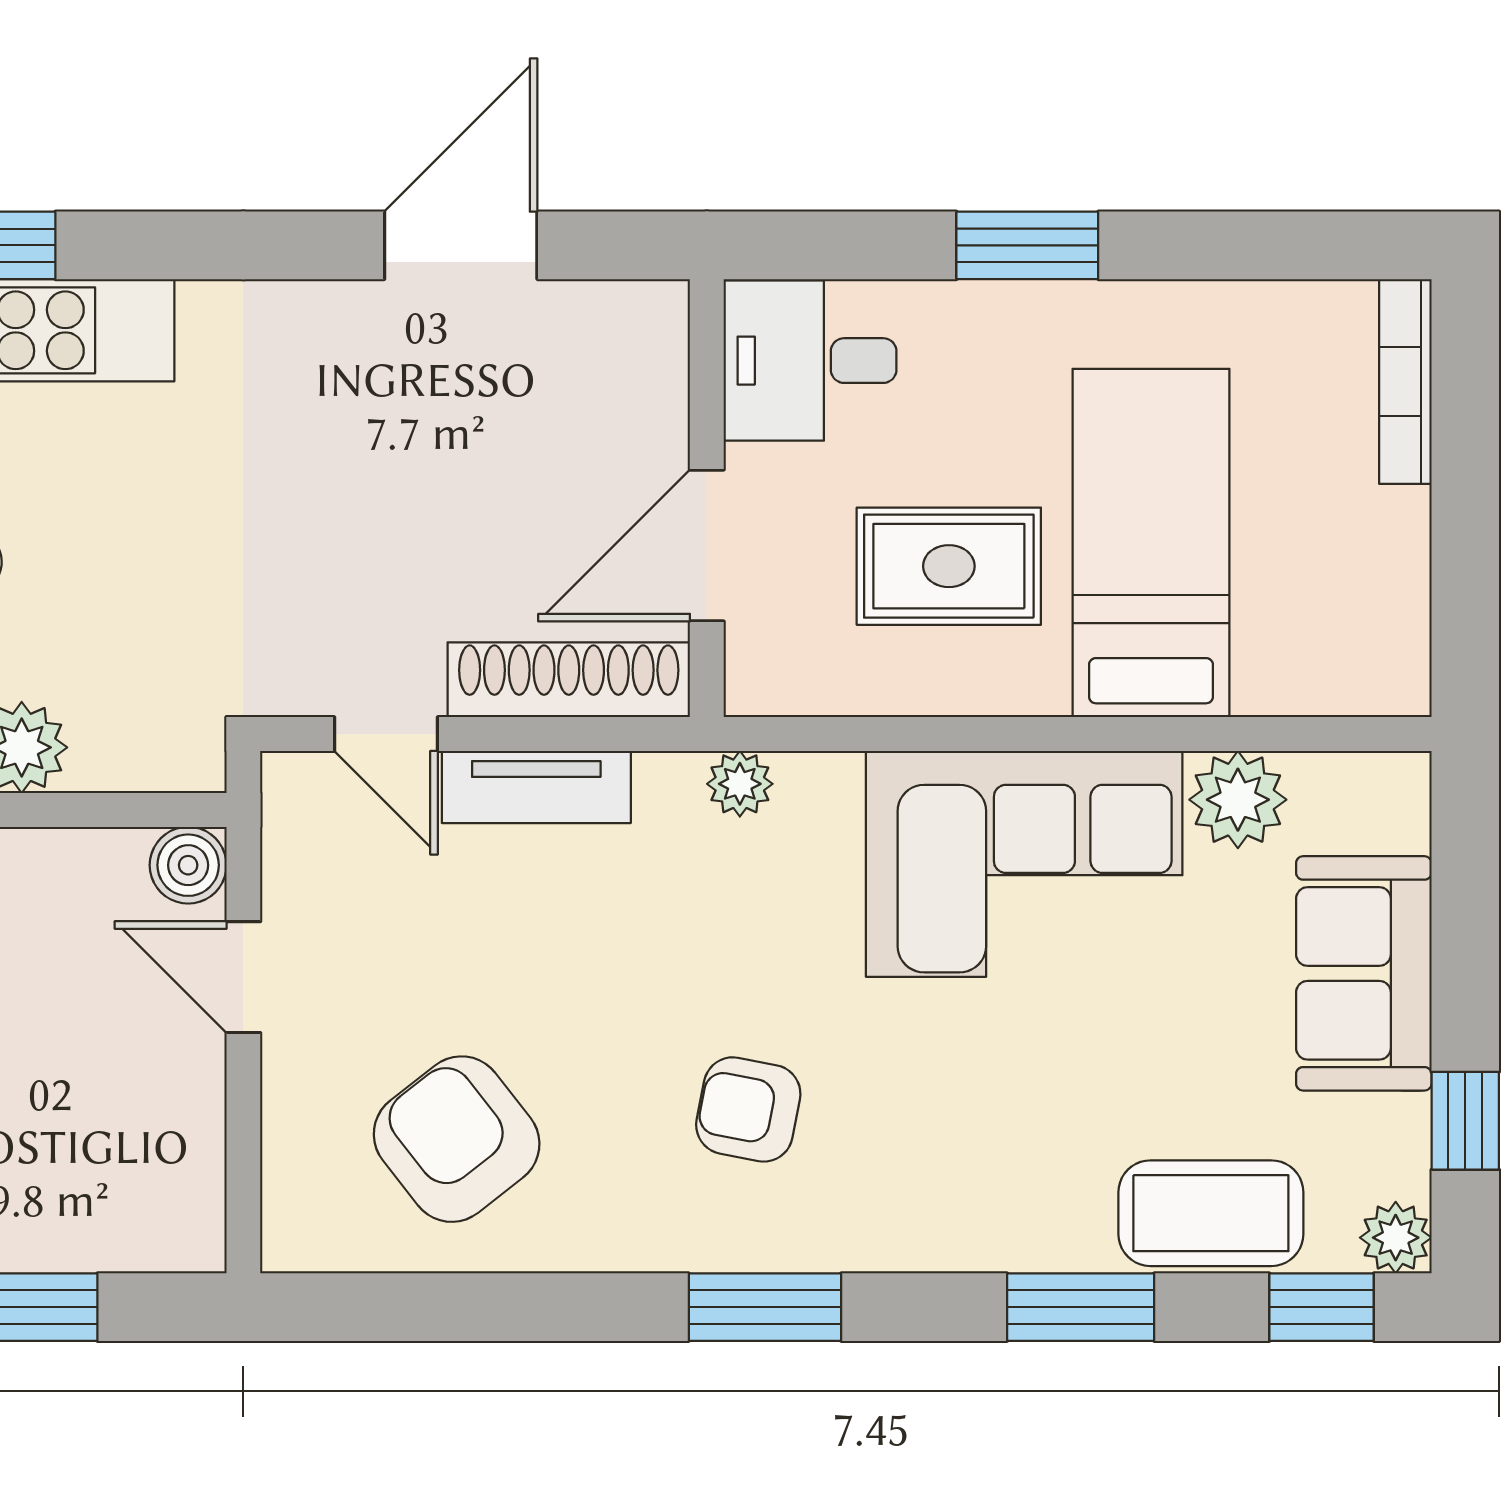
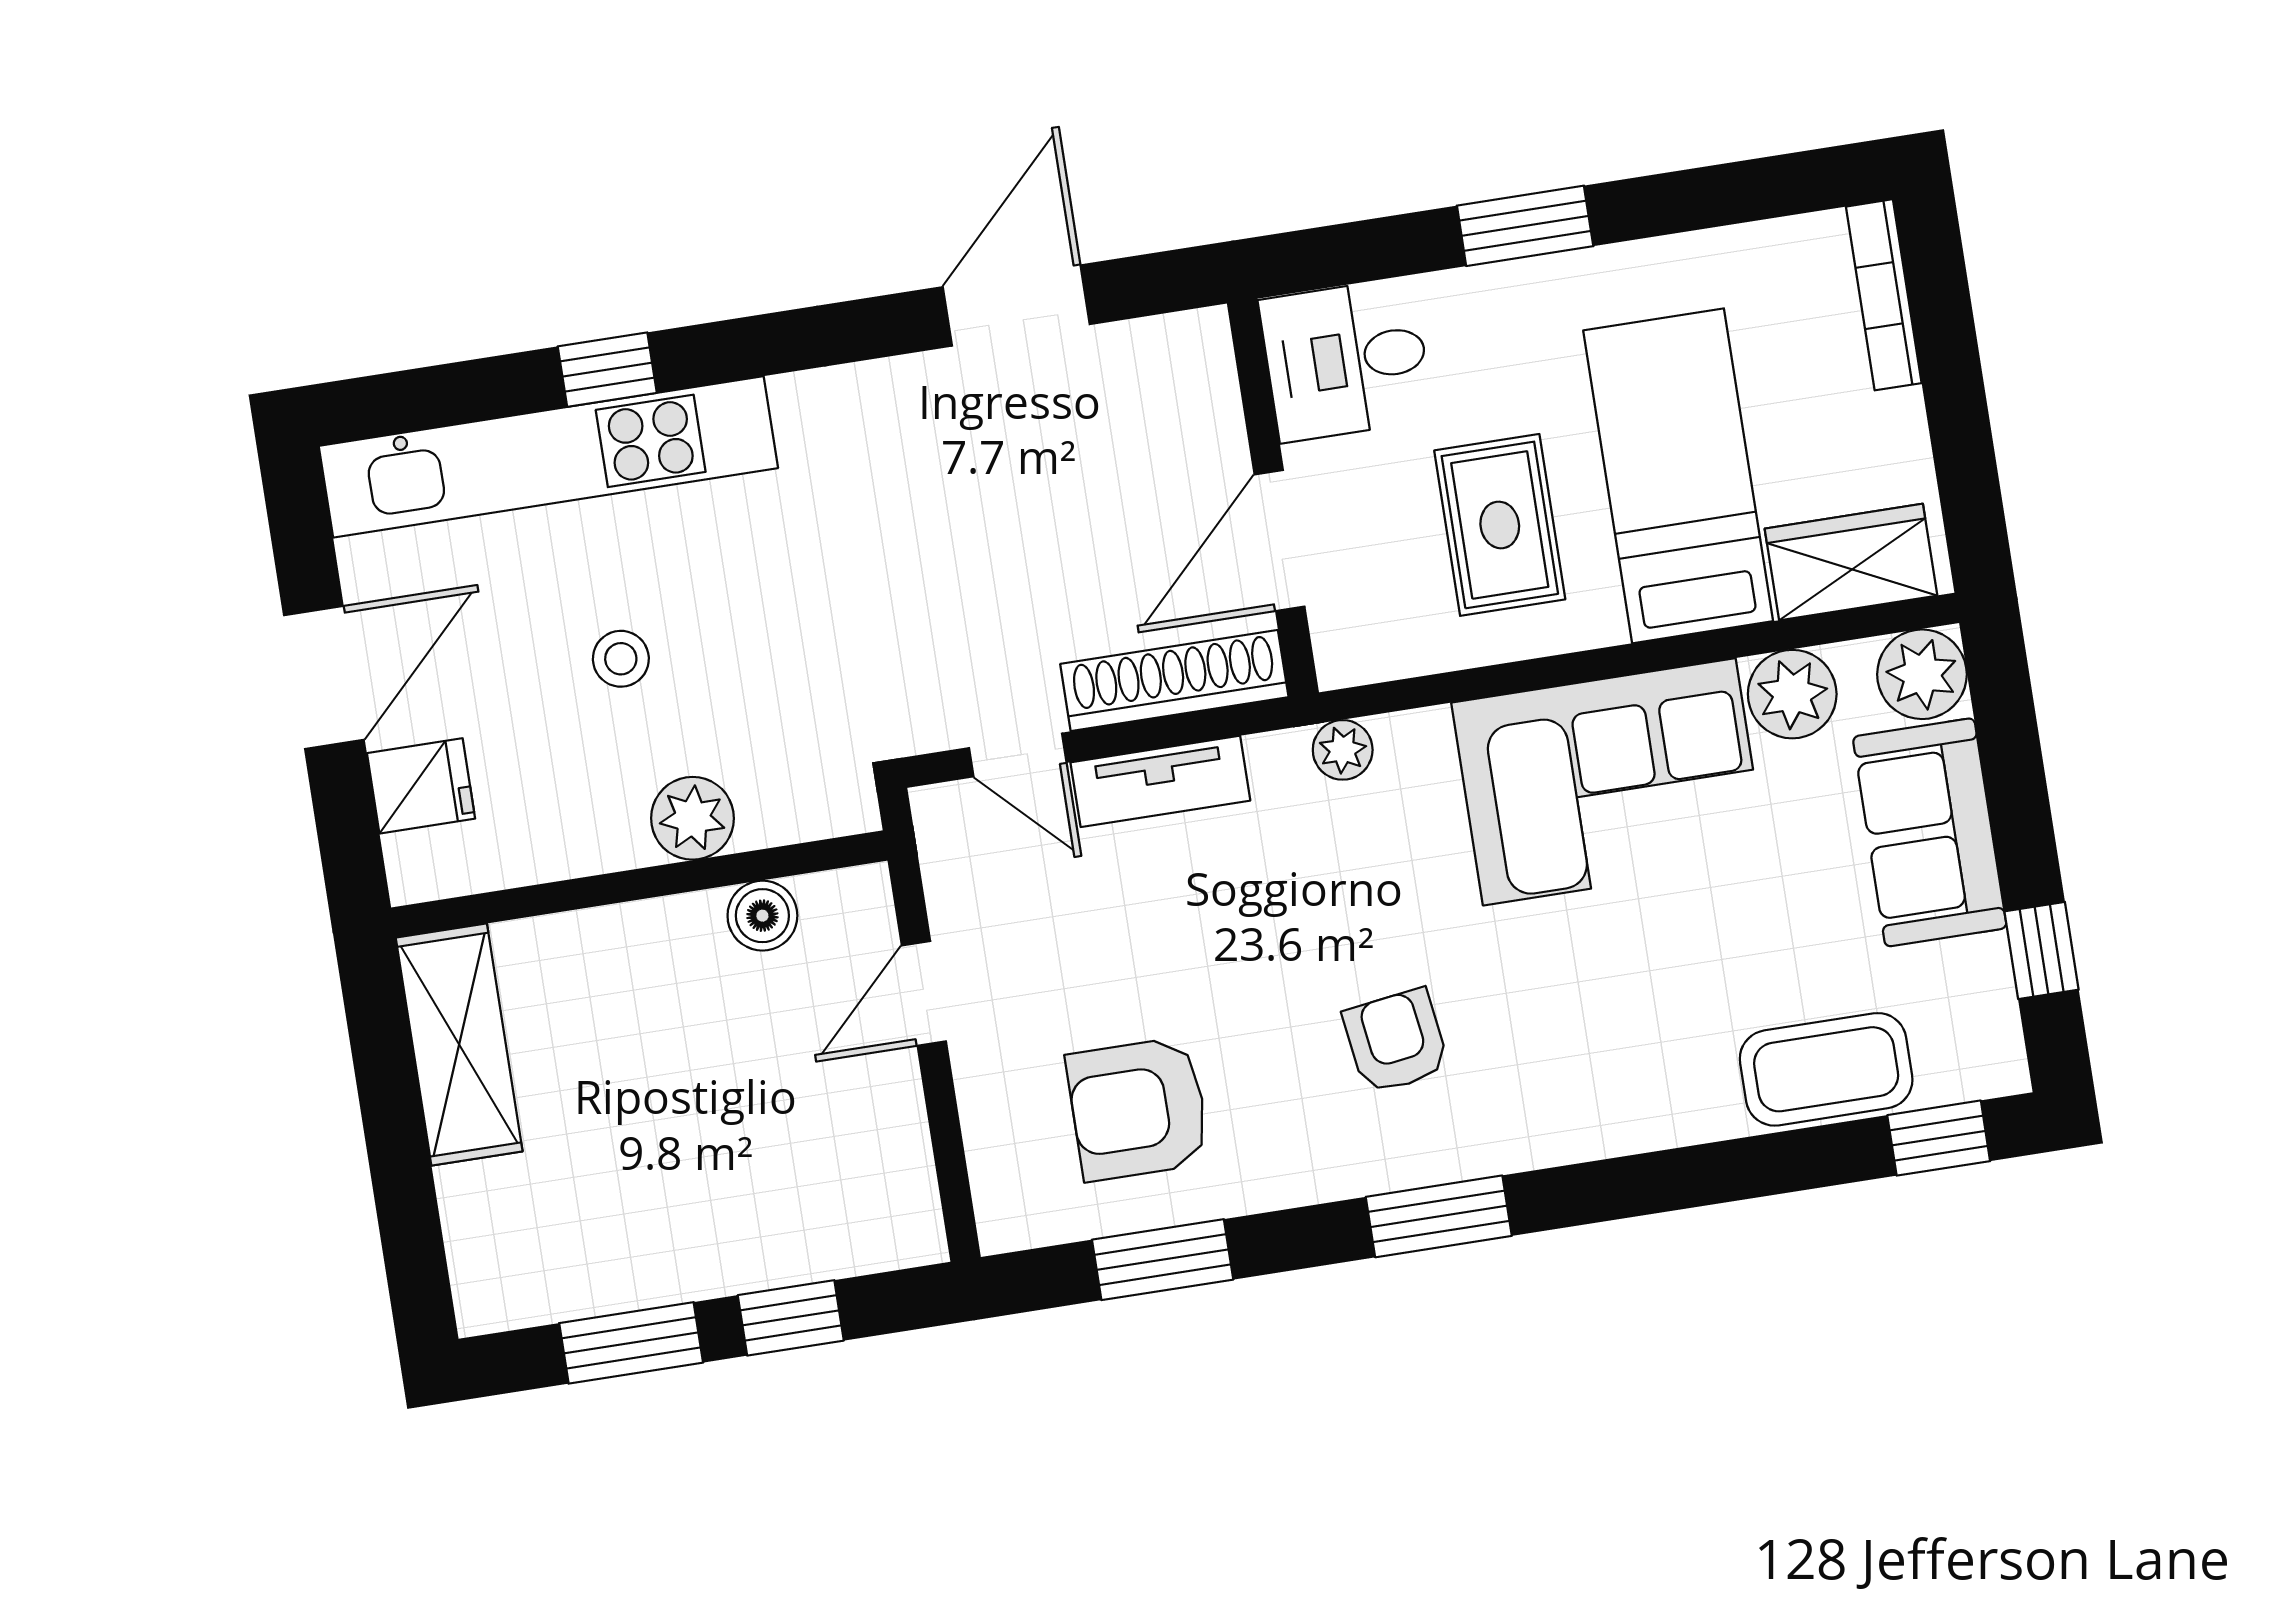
rug: (949, 566) -> (1500, 525), turned 90
wardrobe: (1324, 666) -> (1851, 562), added
boiler: (188, 865) -> (762, 916), moved
door: (243, 977) -> (924, 993), hinge flipped
armchair: (748, 1109) -> (1396, 1041), turned 71
armchair: (457, 1139) -> (1138, 1109), turned -52
plant: (1396, 1238) -> (1922, 674), moved, width x1.38, depth x1.38
window: (1081, 1307) -> (1163, 1260), moved

